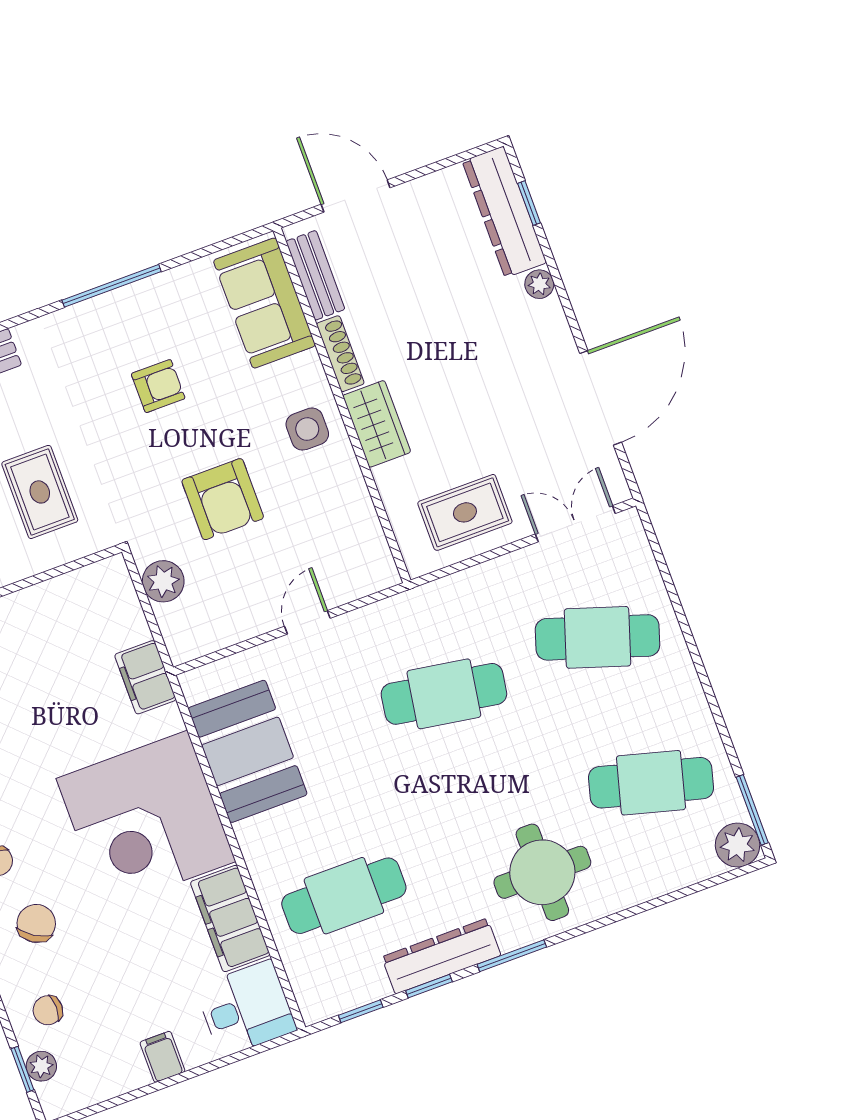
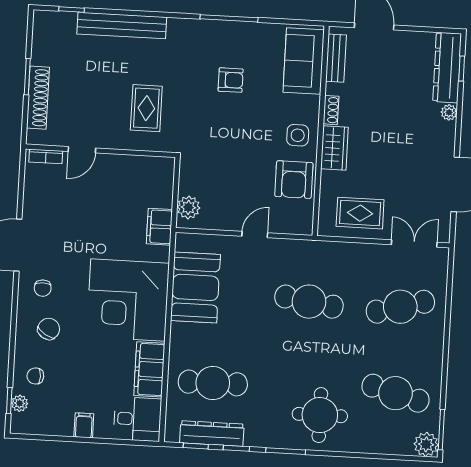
shoe rack: (340, 354) -> (331, 110), width x0.70
armchair: (223, 499) -> (294, 180), moved
plant: (163, 581) -> (188, 207), moved
cafe table: (597, 637) -> (400, 307), turned -33
dresser: (441, 956) -> (212, 433), moved

